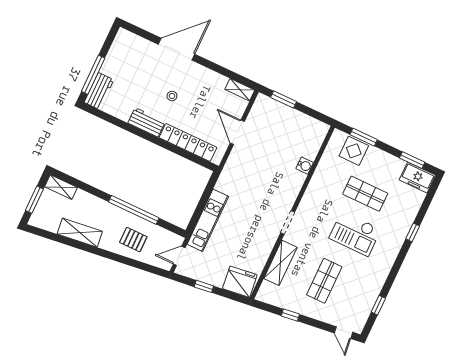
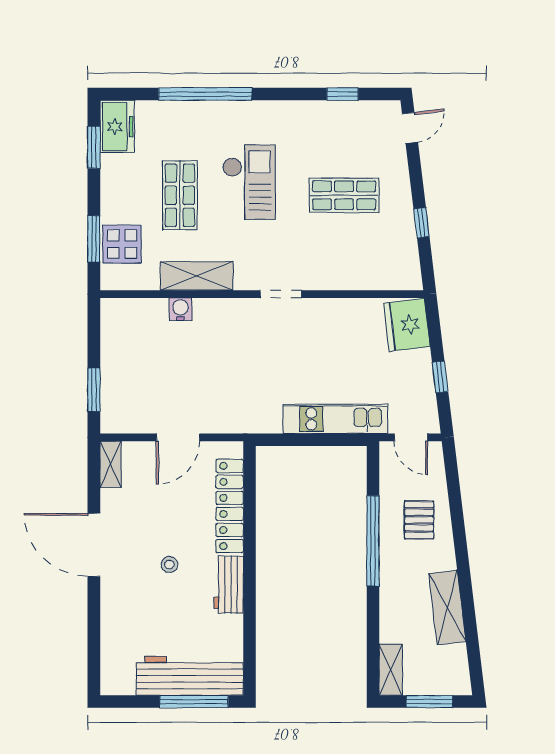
door: (177, 49) -> (94, 545), moved
workbench: (99, 91) -> (190, 676), width x1.88, depth x1.32
window: (413, 232) -> (205, 94), width x3.17
shelving: (280, 263) -> (197, 276), moved

